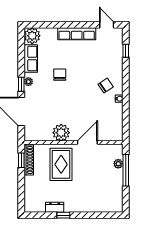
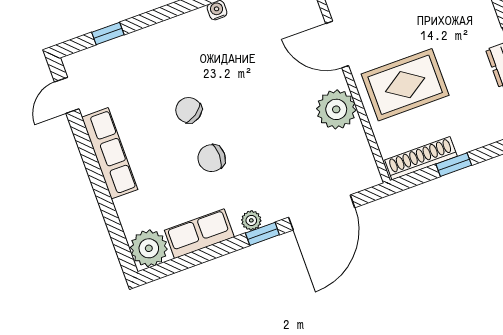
chair: (106, 86) -> (189, 110), moved
window: (21, 160) -> (454, 165), moved

